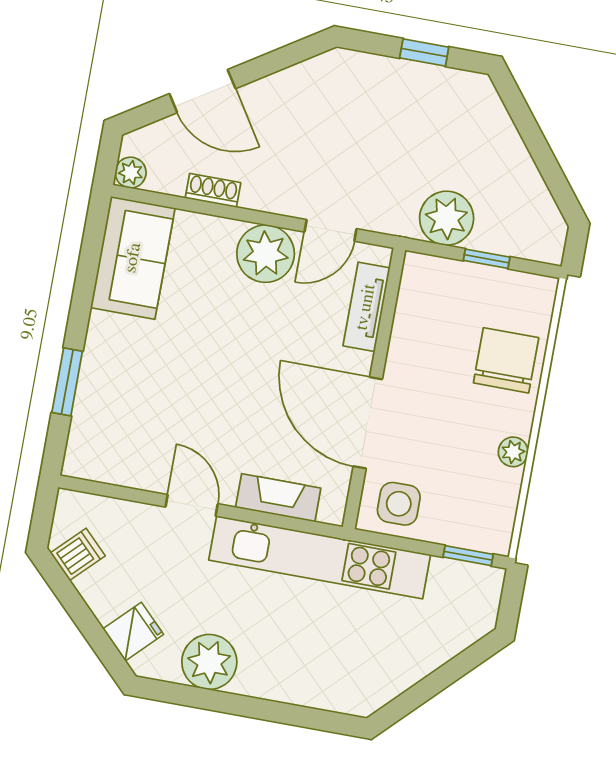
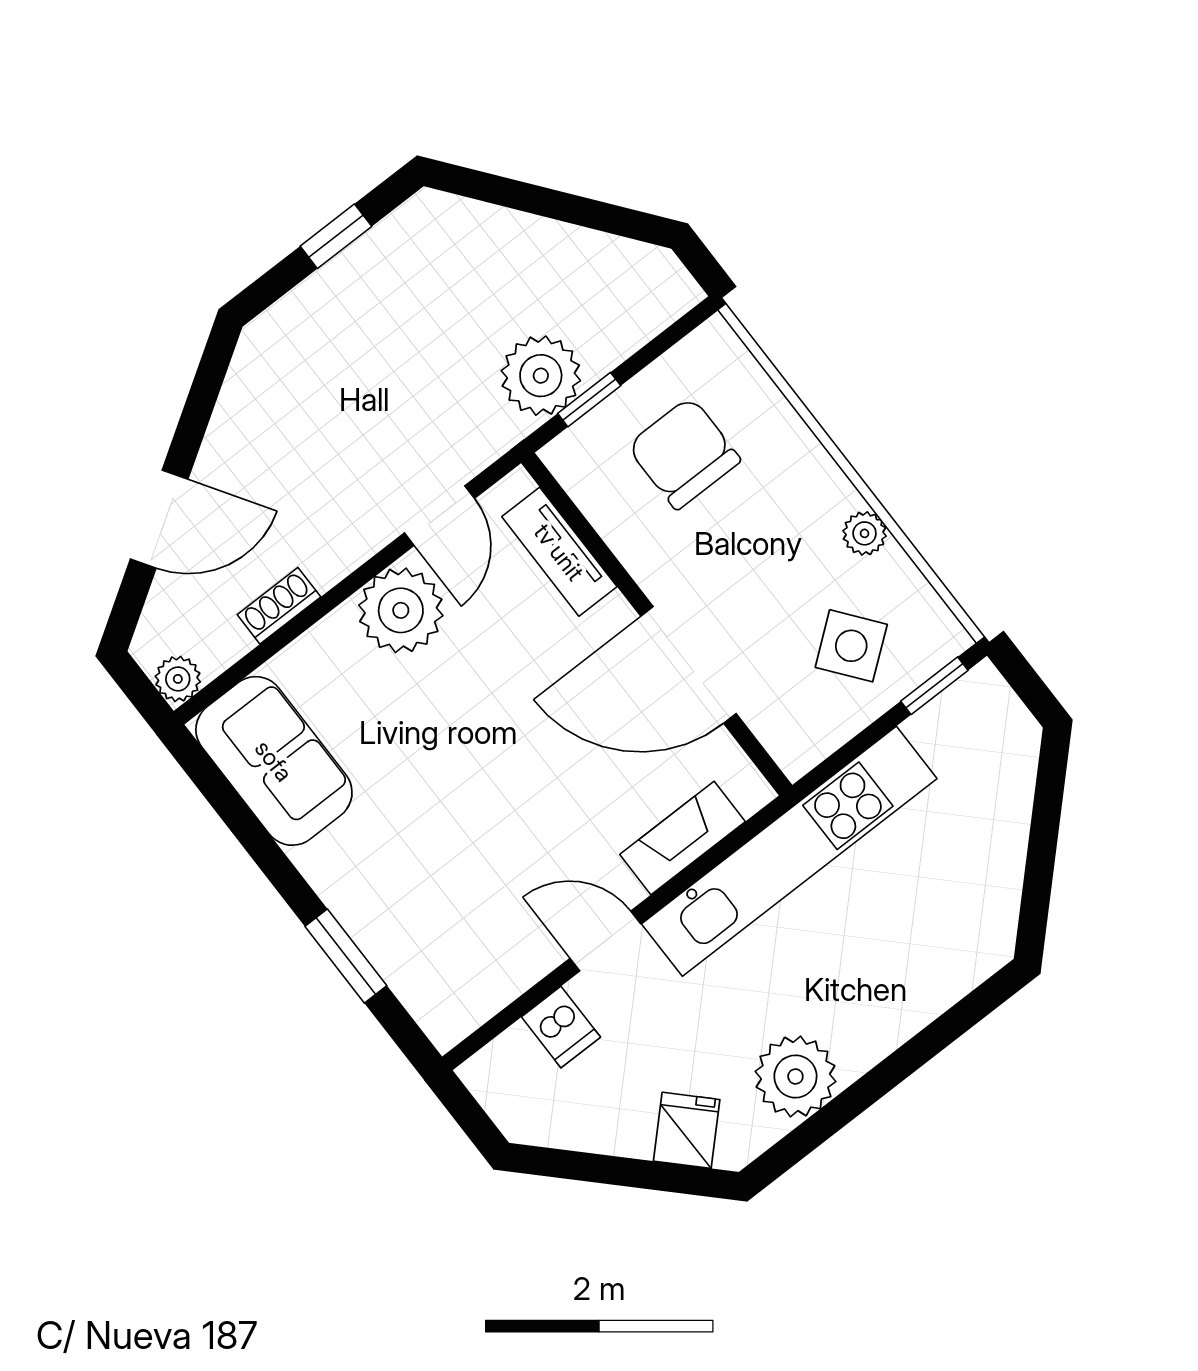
window: (487, 259) -> (589, 400), moved
chair: (506, 360) -> (684, 453), moved
side table: (399, 504) -> (851, 646), moved, turned -38
dishwasher: (78, 554) -> (561, 1027), moved, turned 135

